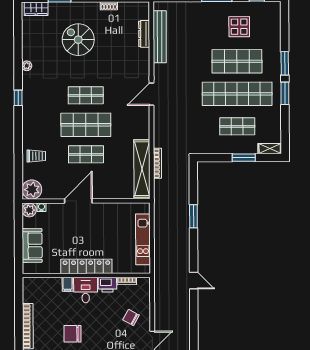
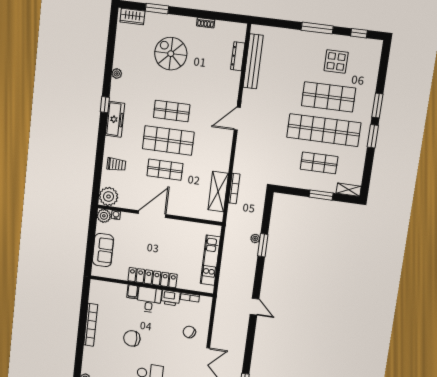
freezer: (30, 111) -> (115, 119), added
shelving: (142, 169) -> (218, 192), width x0.68
plant: (185, 211) -> (255, 239), added

